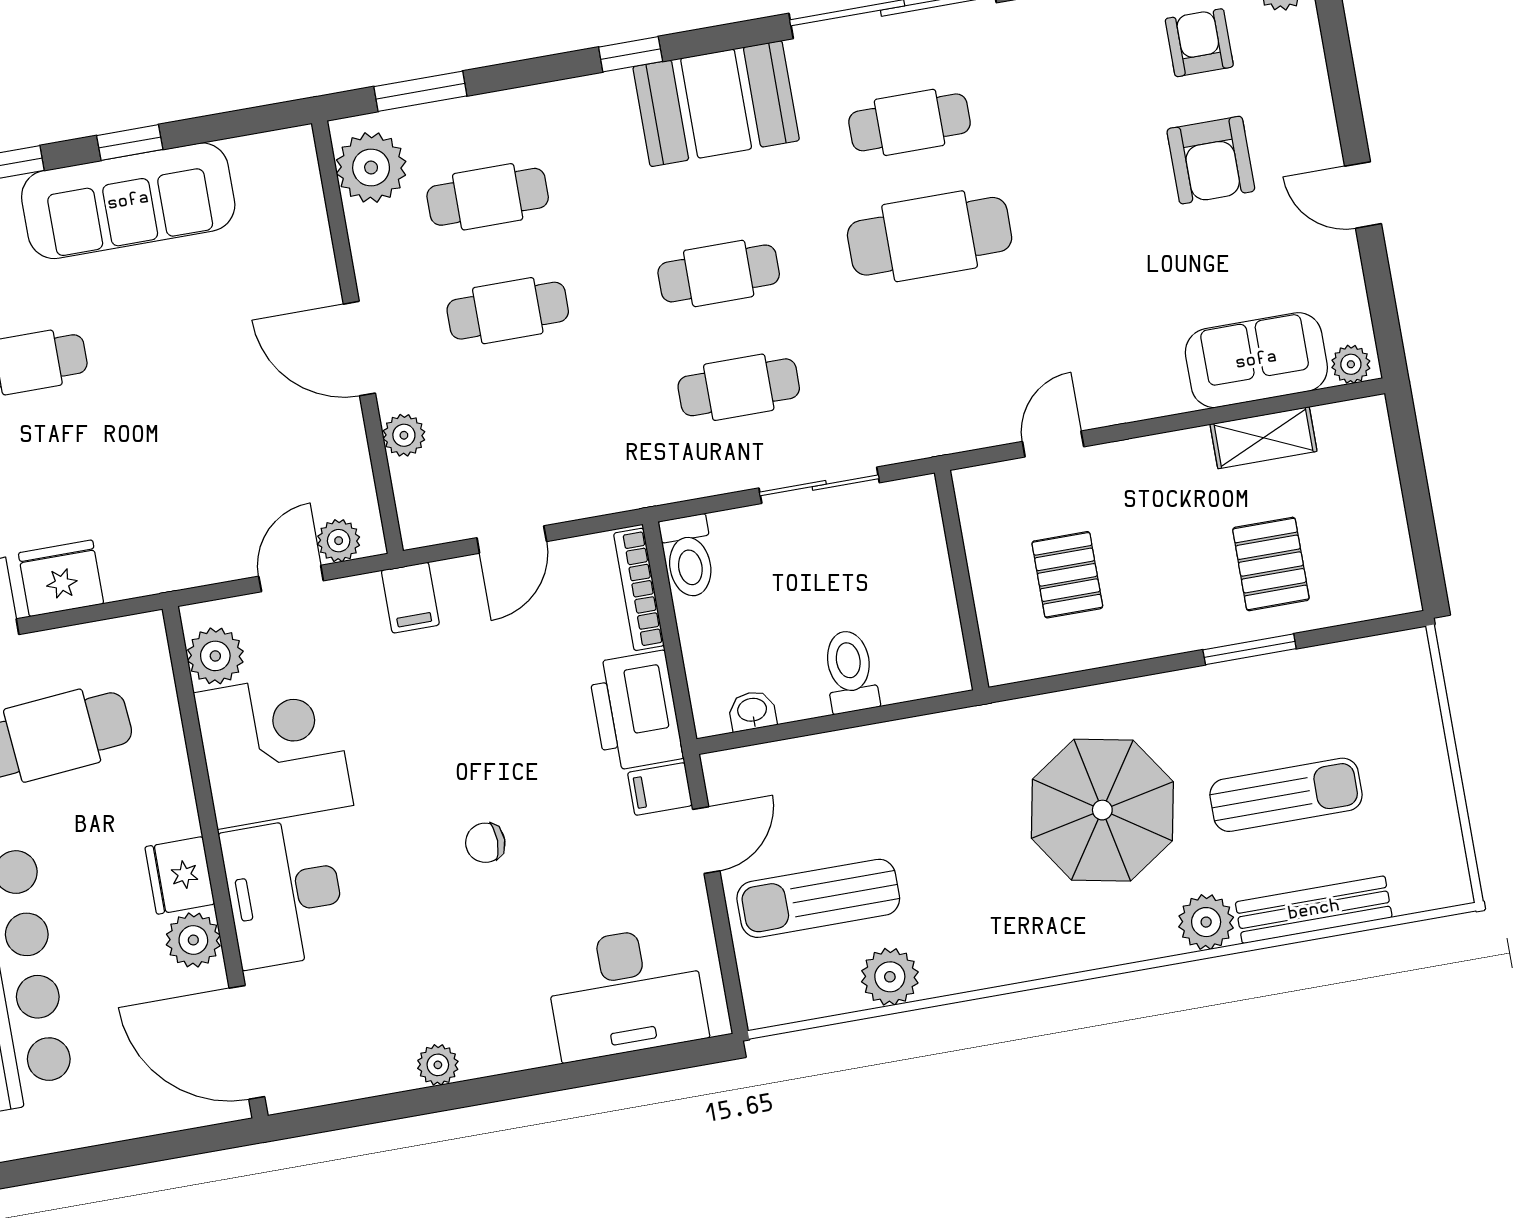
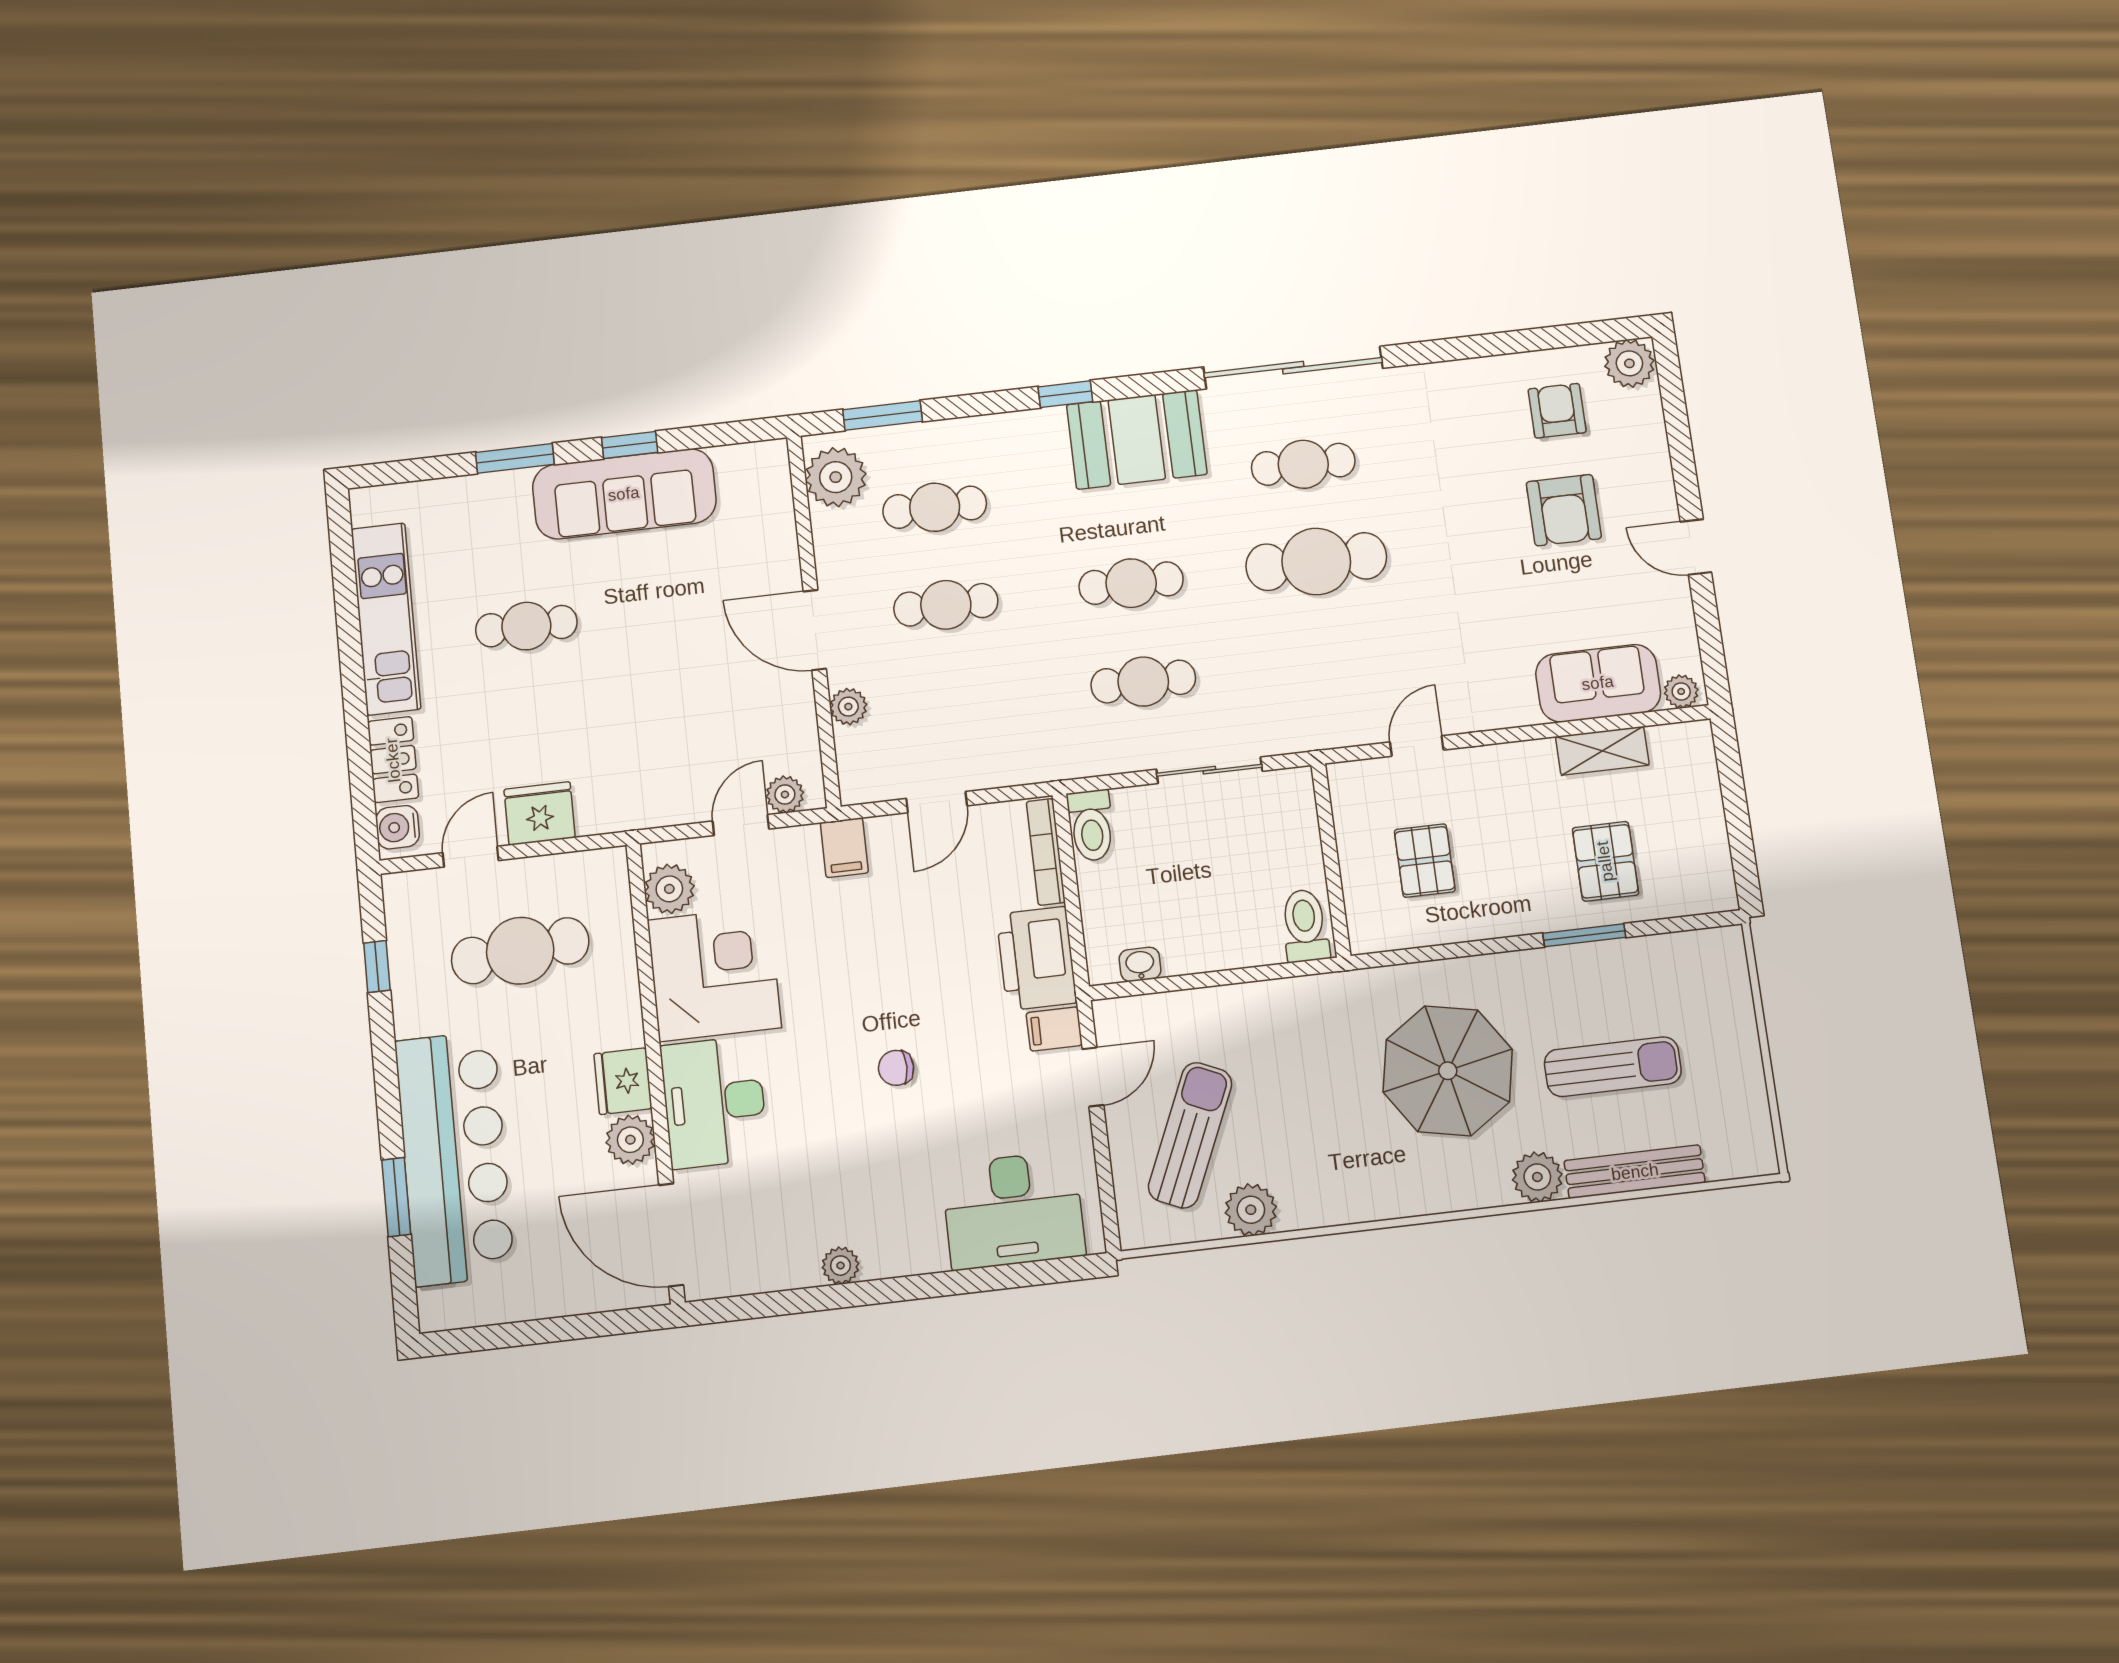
toilet: (850, 671) -> (1305, 926), moved
sun lounger: (818, 898) -> (1190, 1135), turned 114

